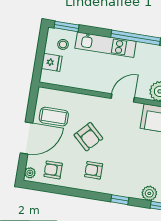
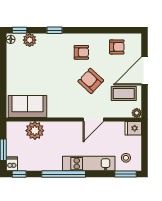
fridge: (52, 62) -> (133, 128), moved
door: (123, 98) -> (93, 120), moved
plant: (30, 173) -> (137, 113), moved

